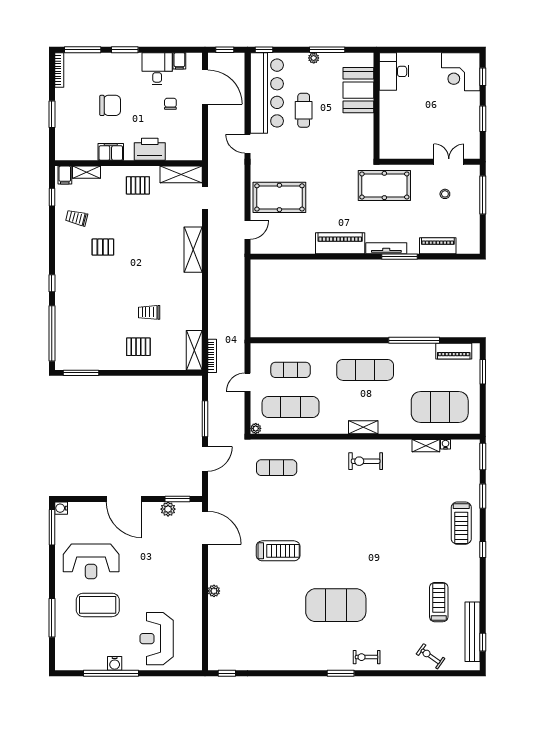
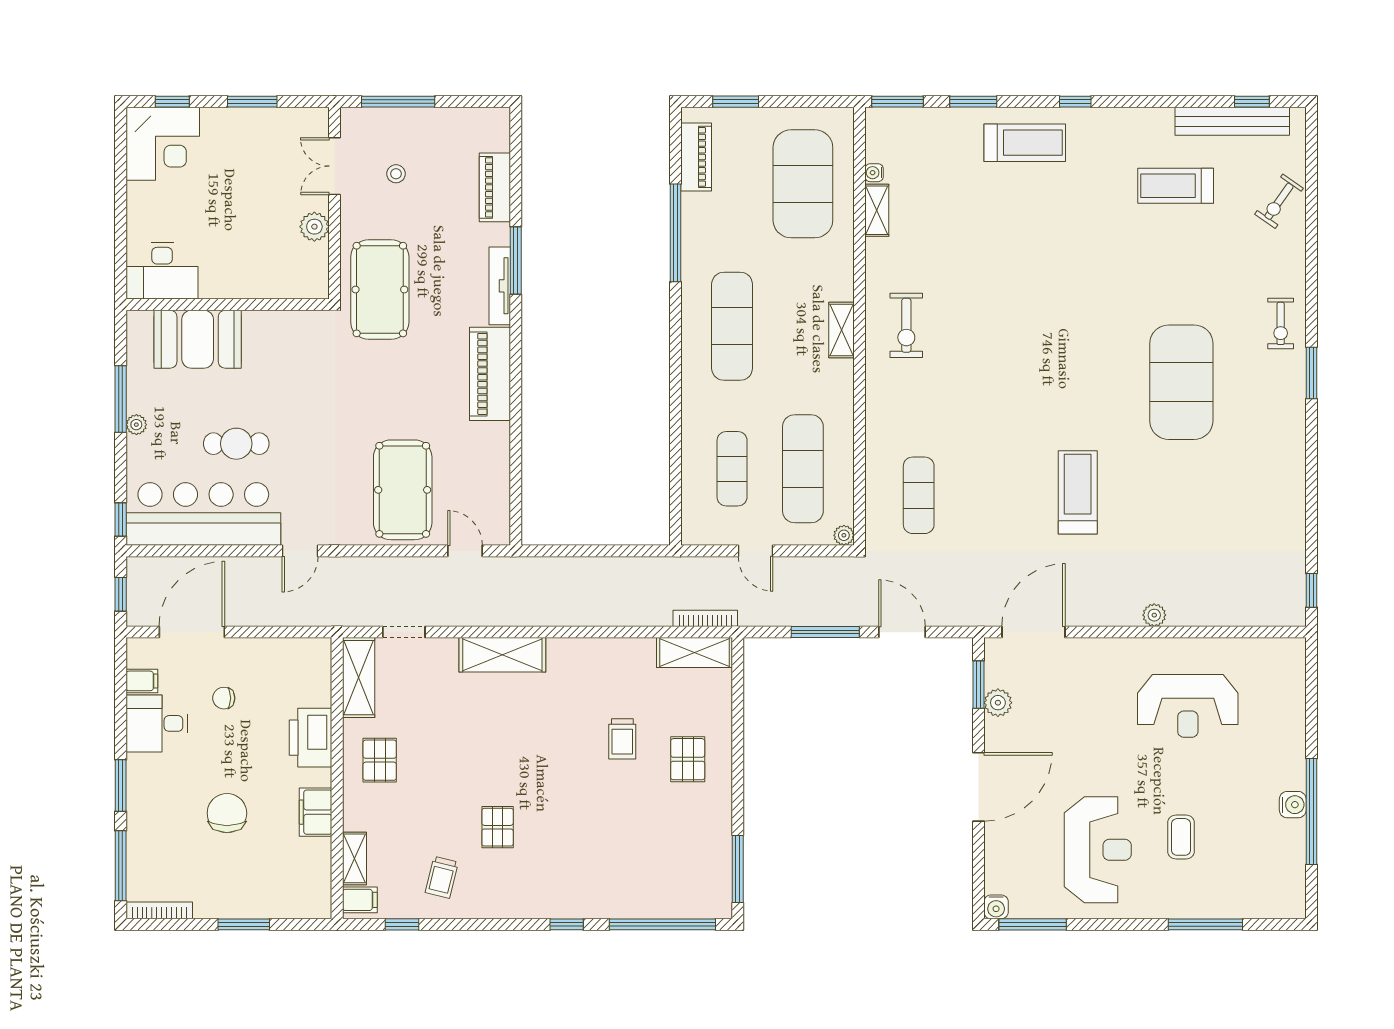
plant: (417, 151) -> (314, 227), added
coffee table: (98, 605) -> (1181, 837), width x0.54, depth x0.58
reception desk: (157, 639) -> (1188, 706), moved

